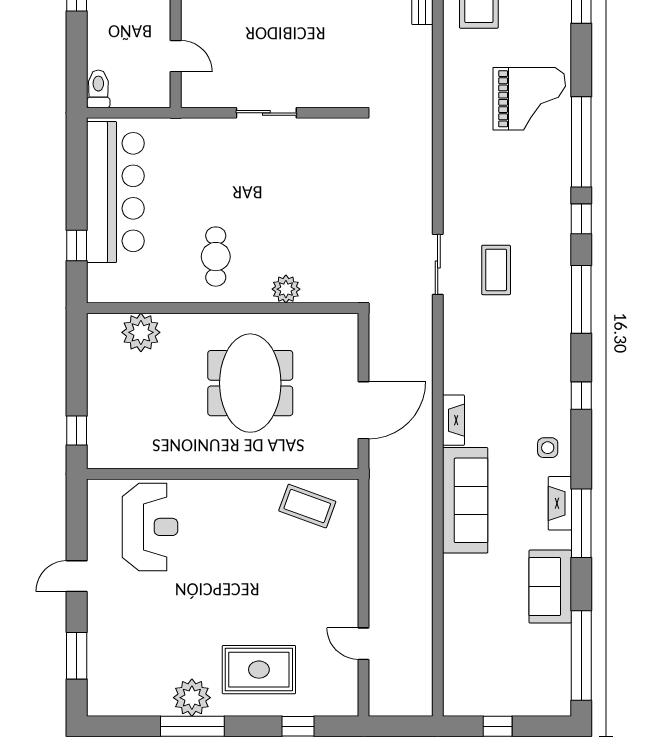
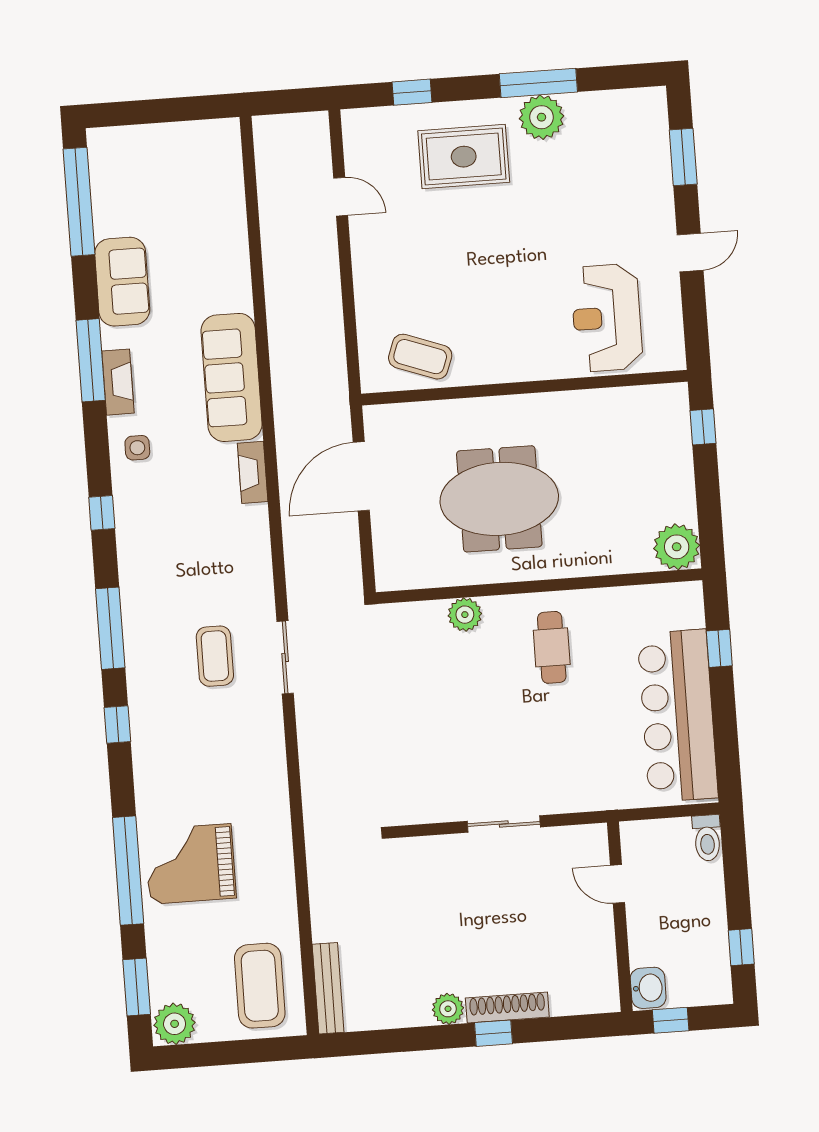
window: (581, 142) -> (128, 871), moved
plant: (141, 332) -> (677, 547), moved
meeting table: (250, 383) -> (499, 499), turned 90
window: (498, 726) -> (173, 110), removed

